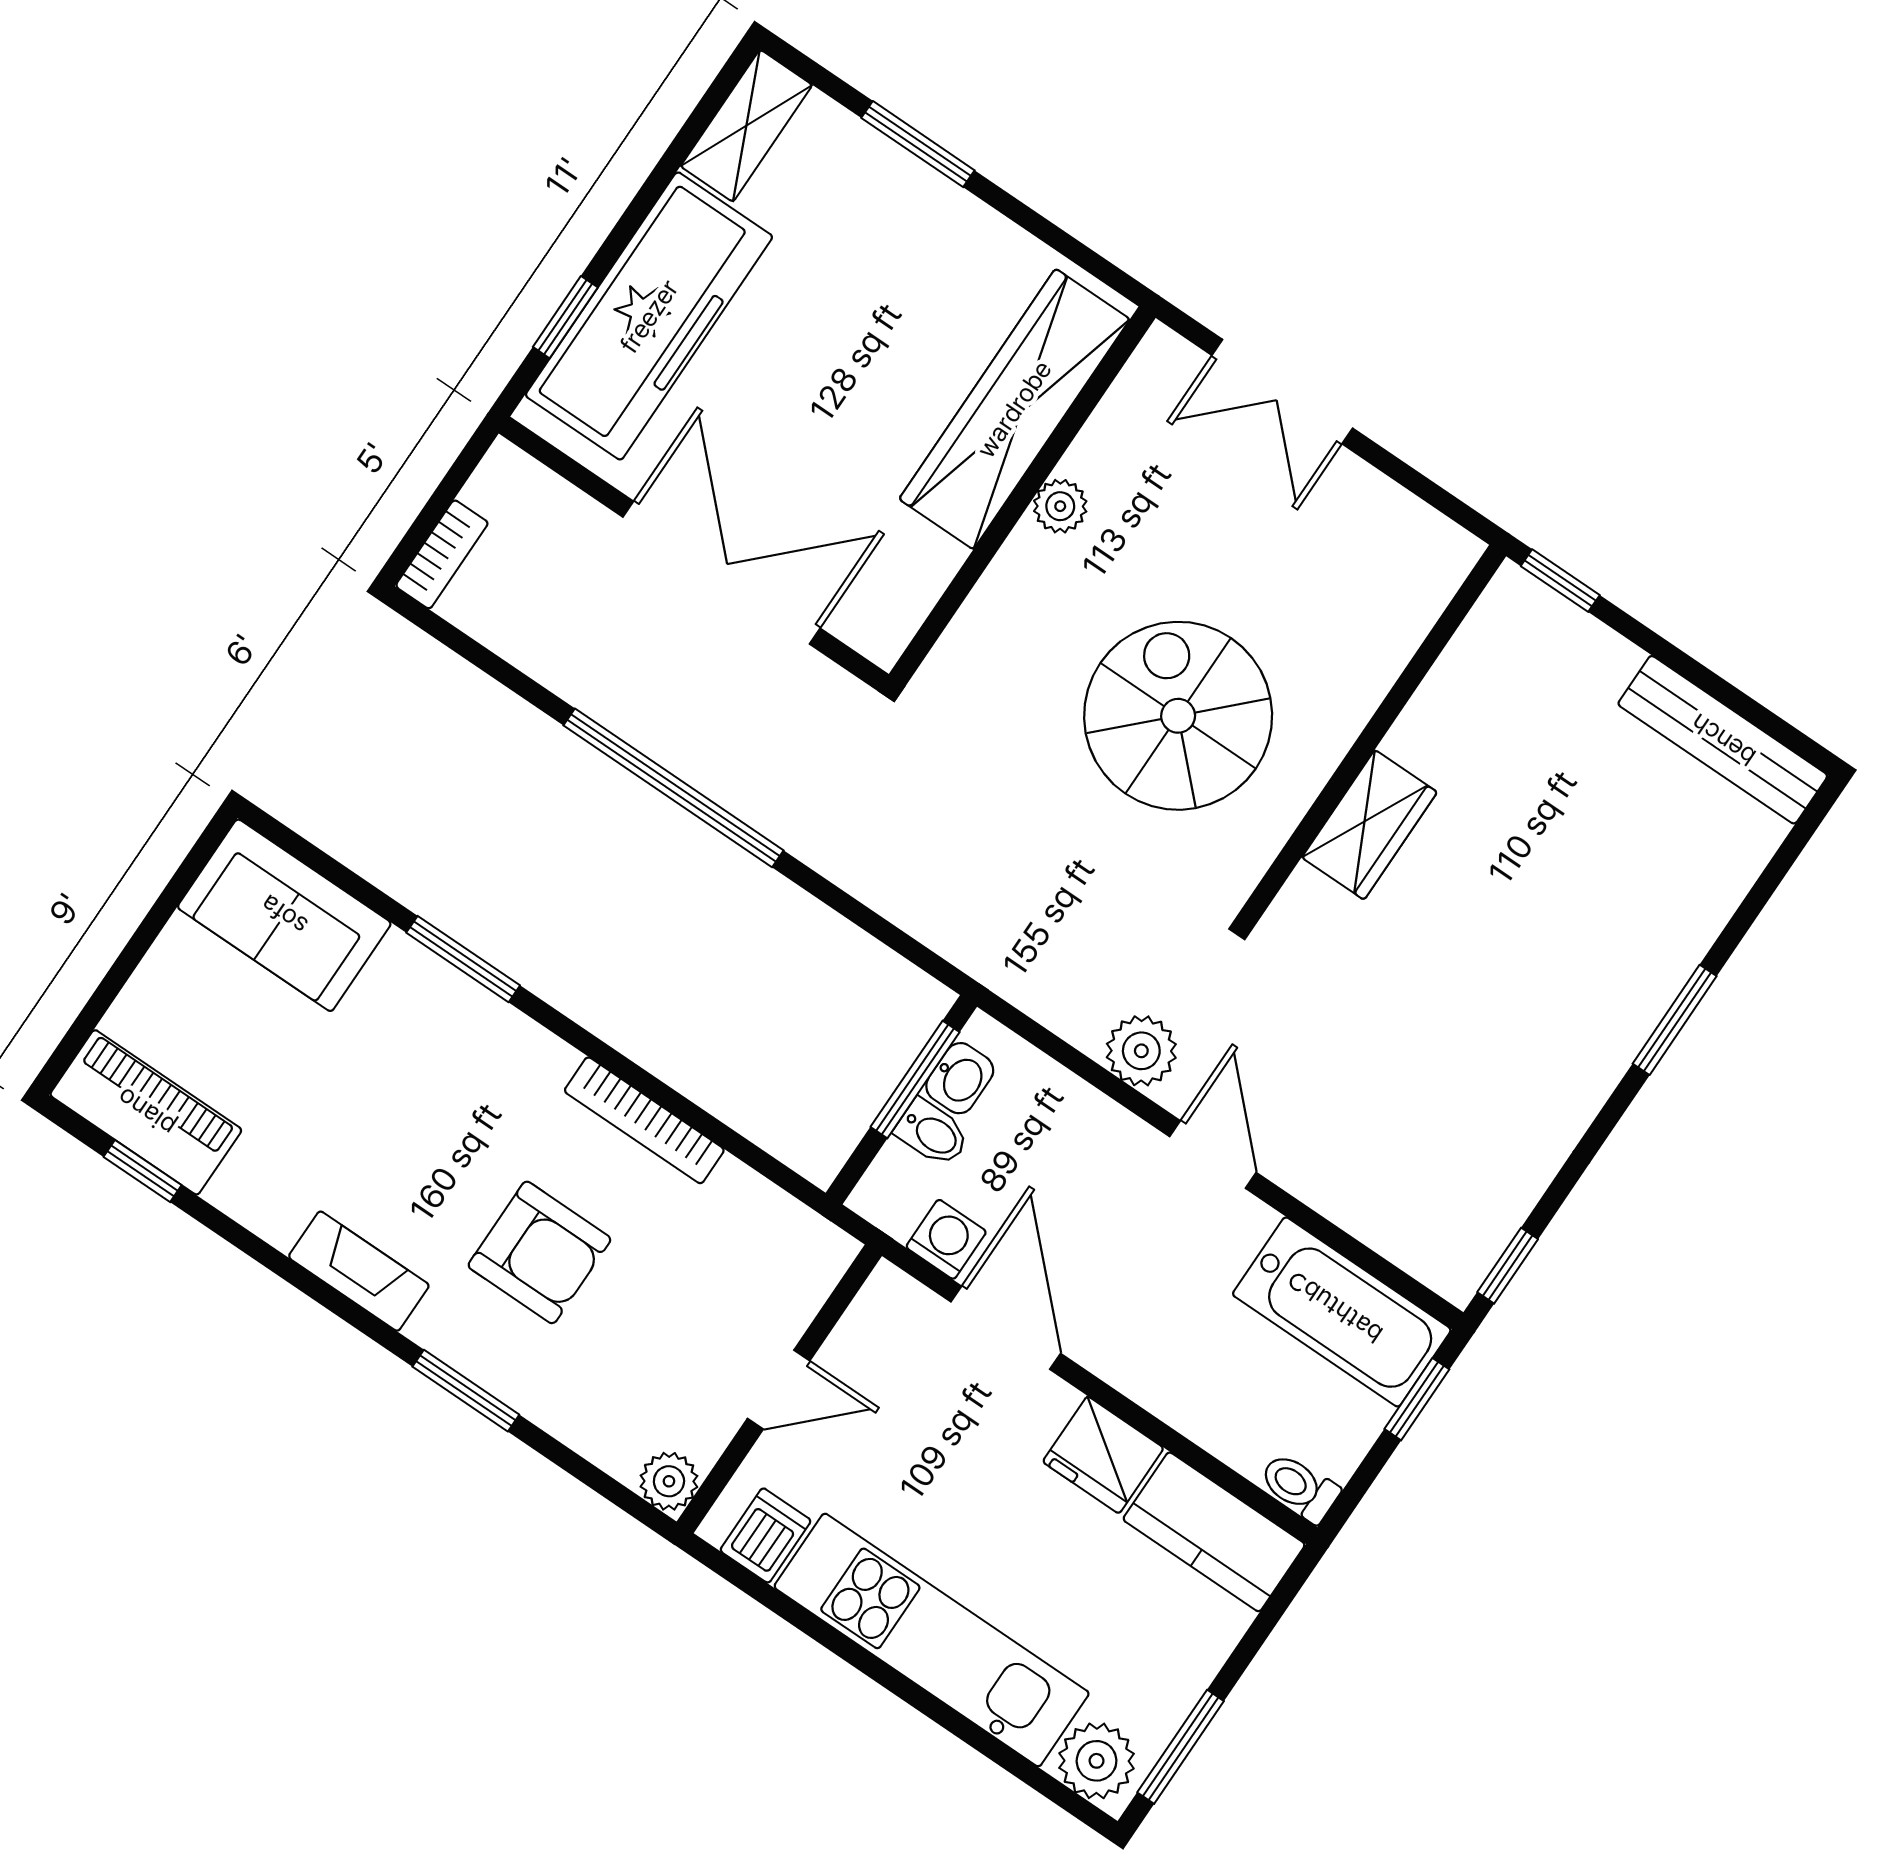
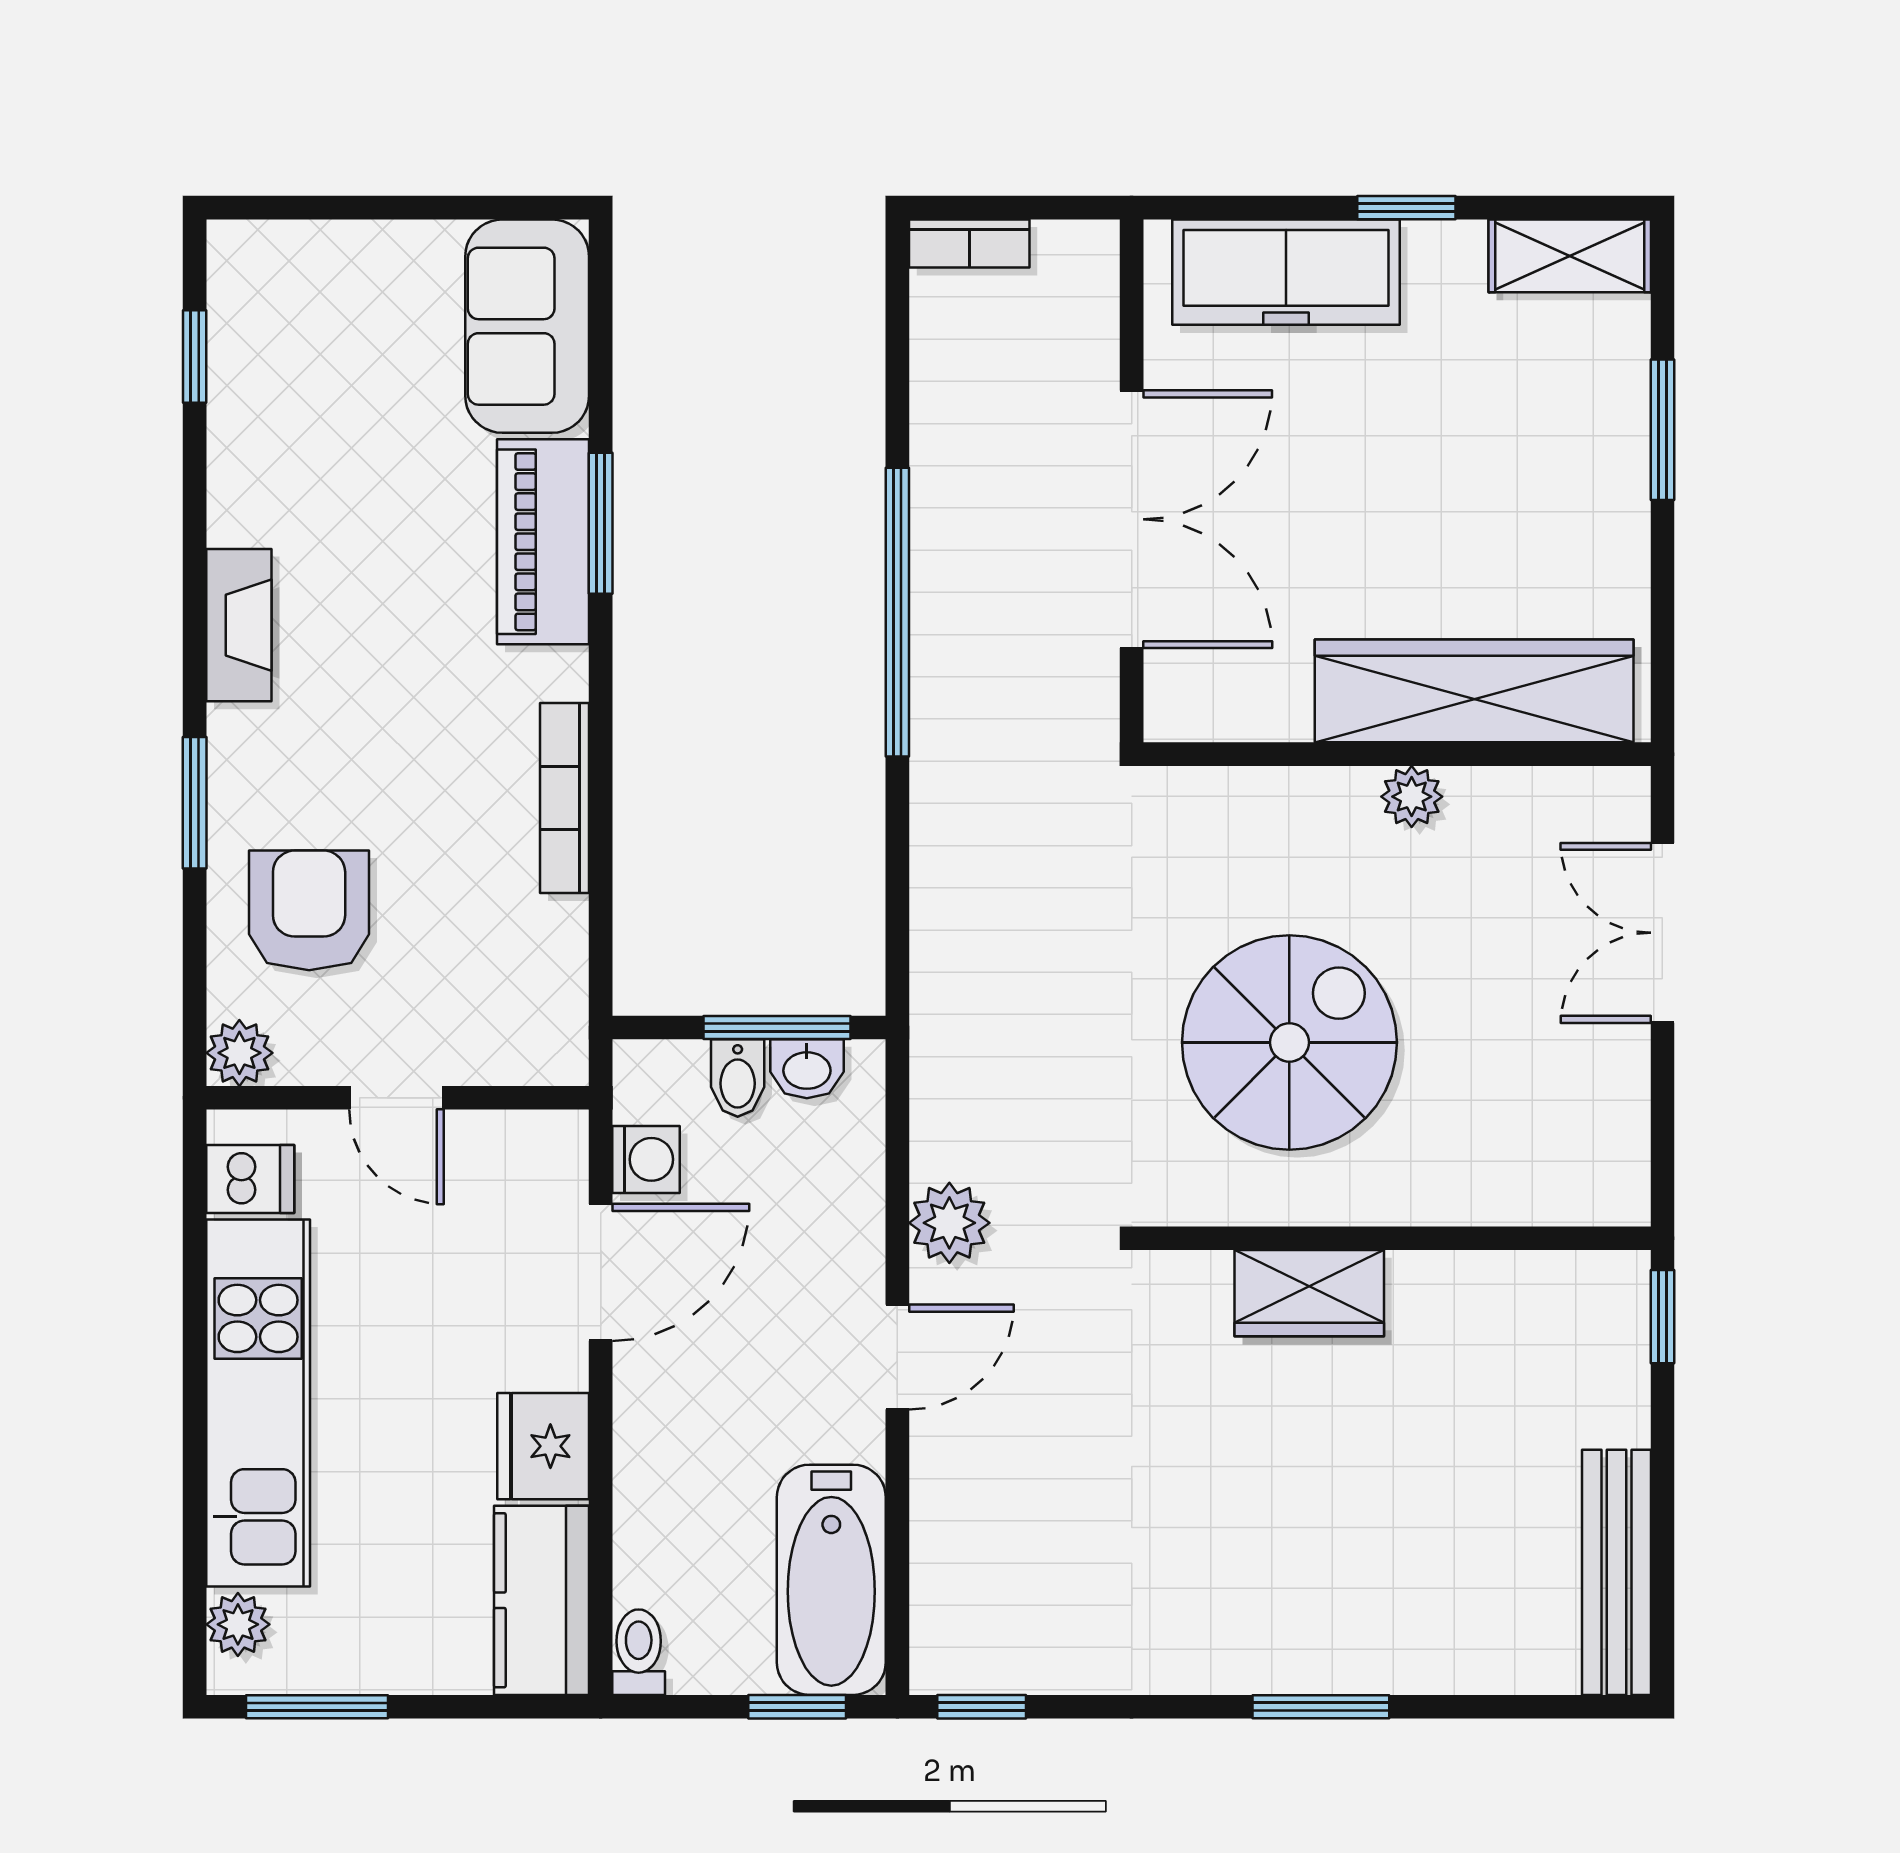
freezer: (649, 316) -> (1286, 272), width x0.73, depth x0.79
window: (565, 317) -> (1406, 208), moved
piano: (146, 1112) -> (543, 542), moved, turned 180
armchair: (539, 1252) -> (309, 910), moved, turned 180
plant: (1097, 1761) -> (238, 1624), width x0.73, depth x0.73

